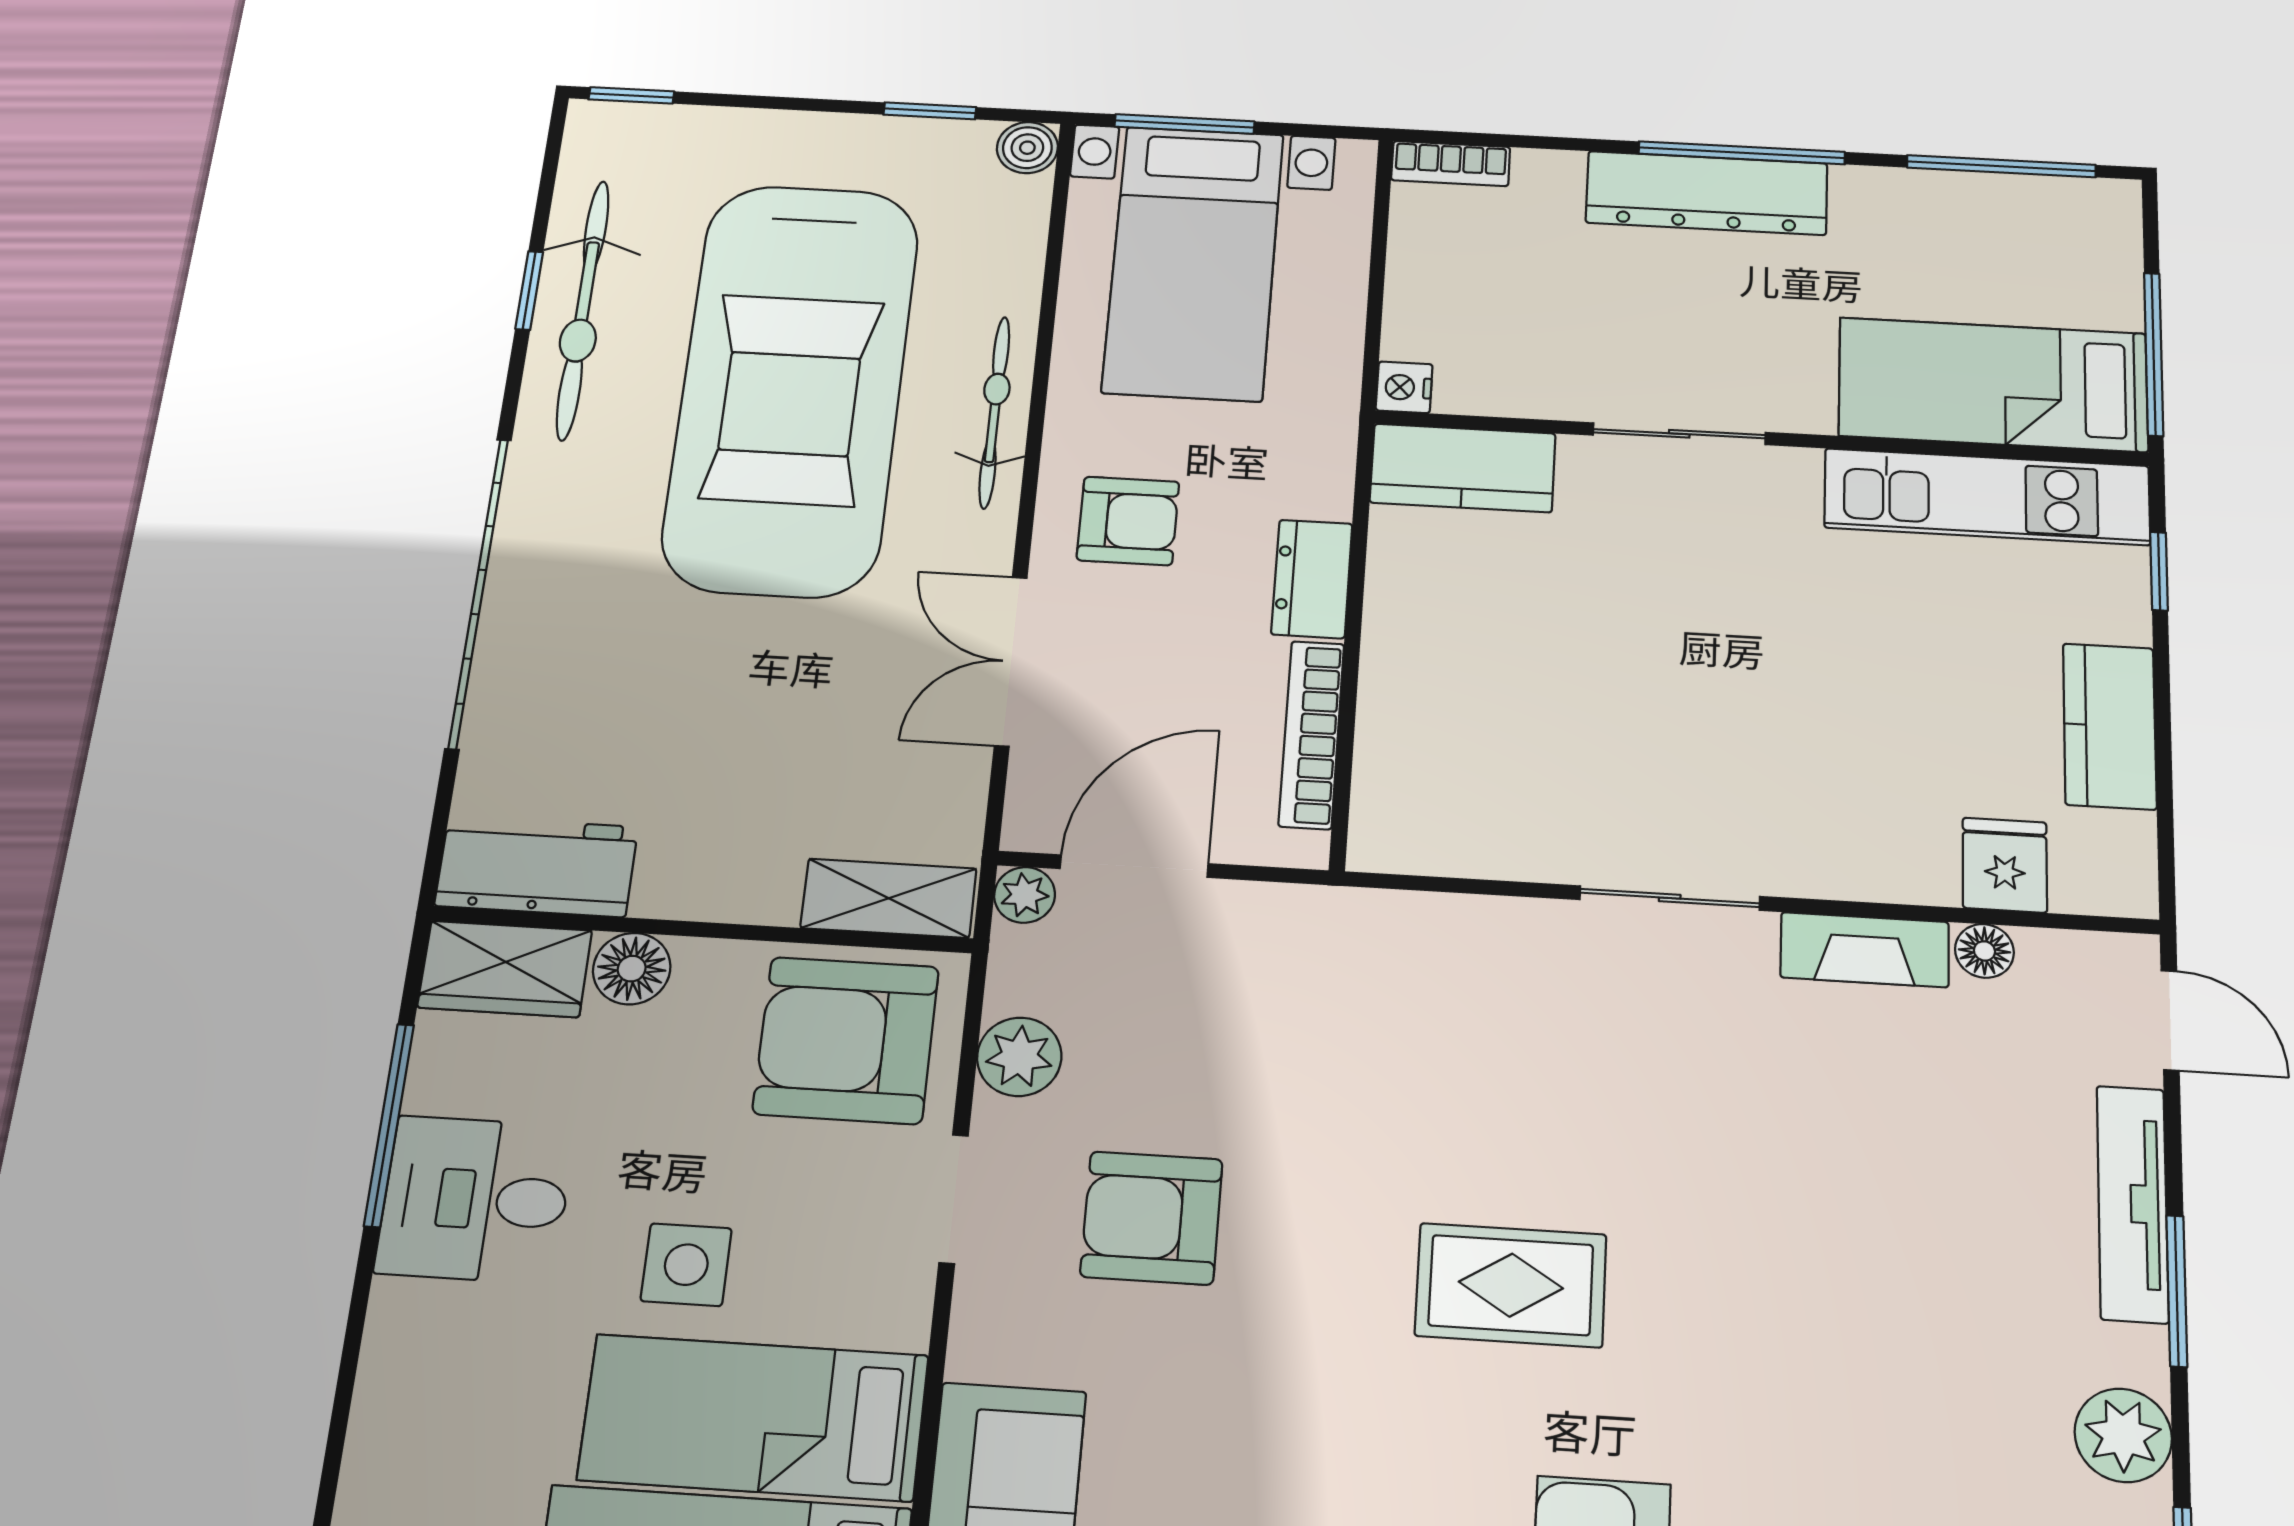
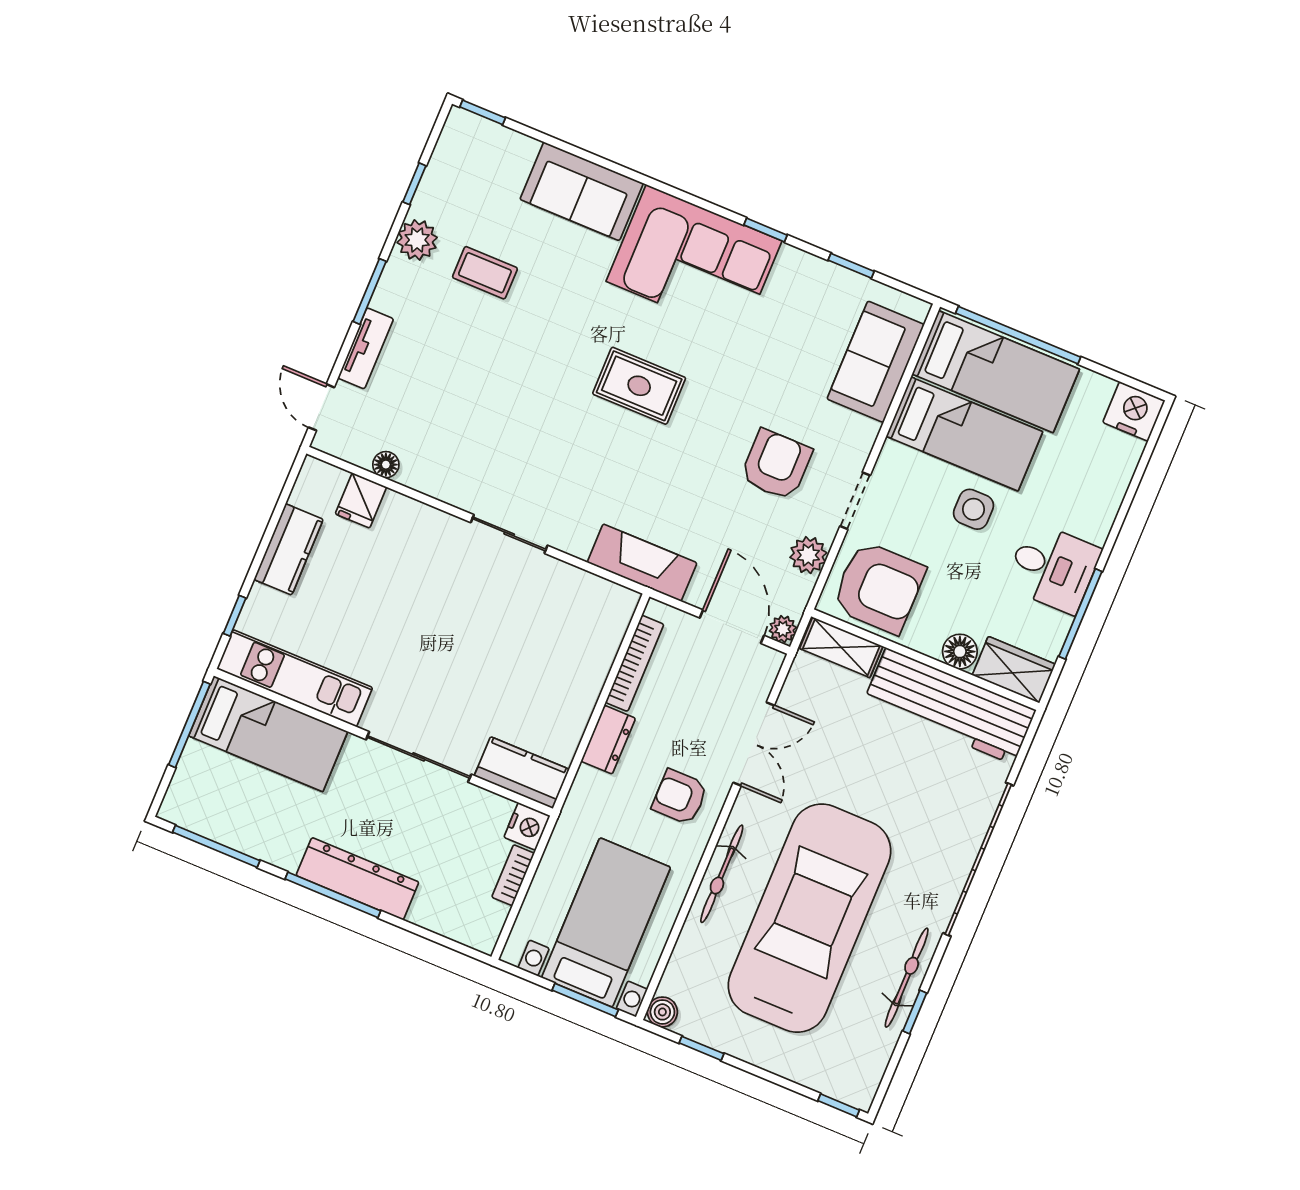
bookcase: (1451, 164) -> (513, 875), moved, turned -90
bicycle: (583, 309) -> (907, 978), width x0.73, depth x0.71
nightstand: (1404, 387) -> (527, 826), width x1.39, depth x1.35
sliding door: (1679, 434) -> (419, 757), width x1.37
workbench: (537, 866) -> (950, 706), width x1.88, depth x1.32
door: (1134, 866) -> (732, 627), swing flipped
fireplace: (1865, 950) -> (642, 563), moved, width x1.37, depth x1.32
tv unit: (2132, 1204) -> (366, 348), width x0.71
armchair: (1152, 1218) -> (776, 465), turned -90
coffee table: (1944, 1414) -> (485, 273), added

